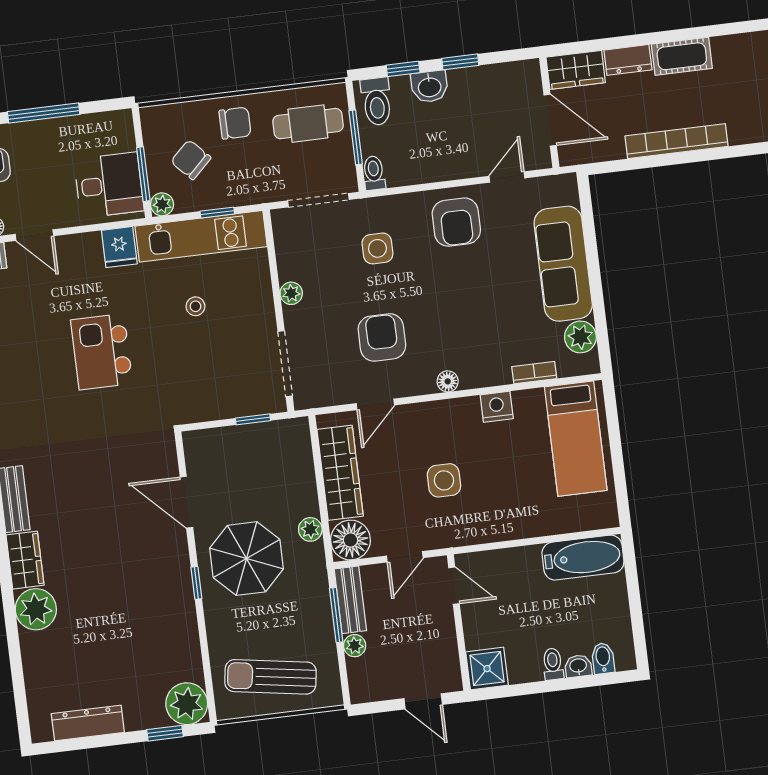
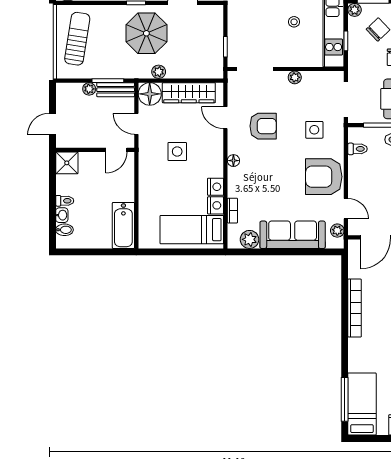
toilet: (374, 173) -> (358, 149), moved
plant: (547, 187) -> (337, 231), added
armchair: (456, 222) -> (324, 177), width x1.36, depth x1.36
nightstand: (529, 403) -> (216, 205), added

